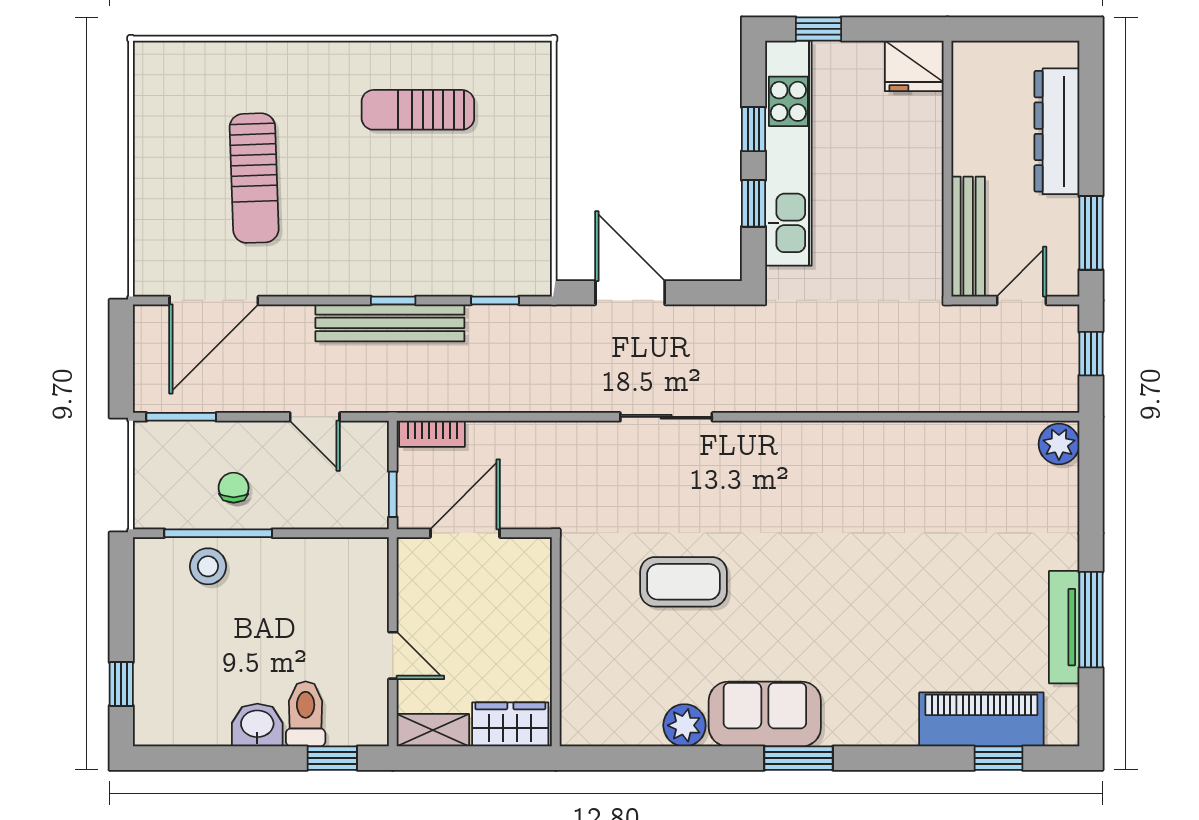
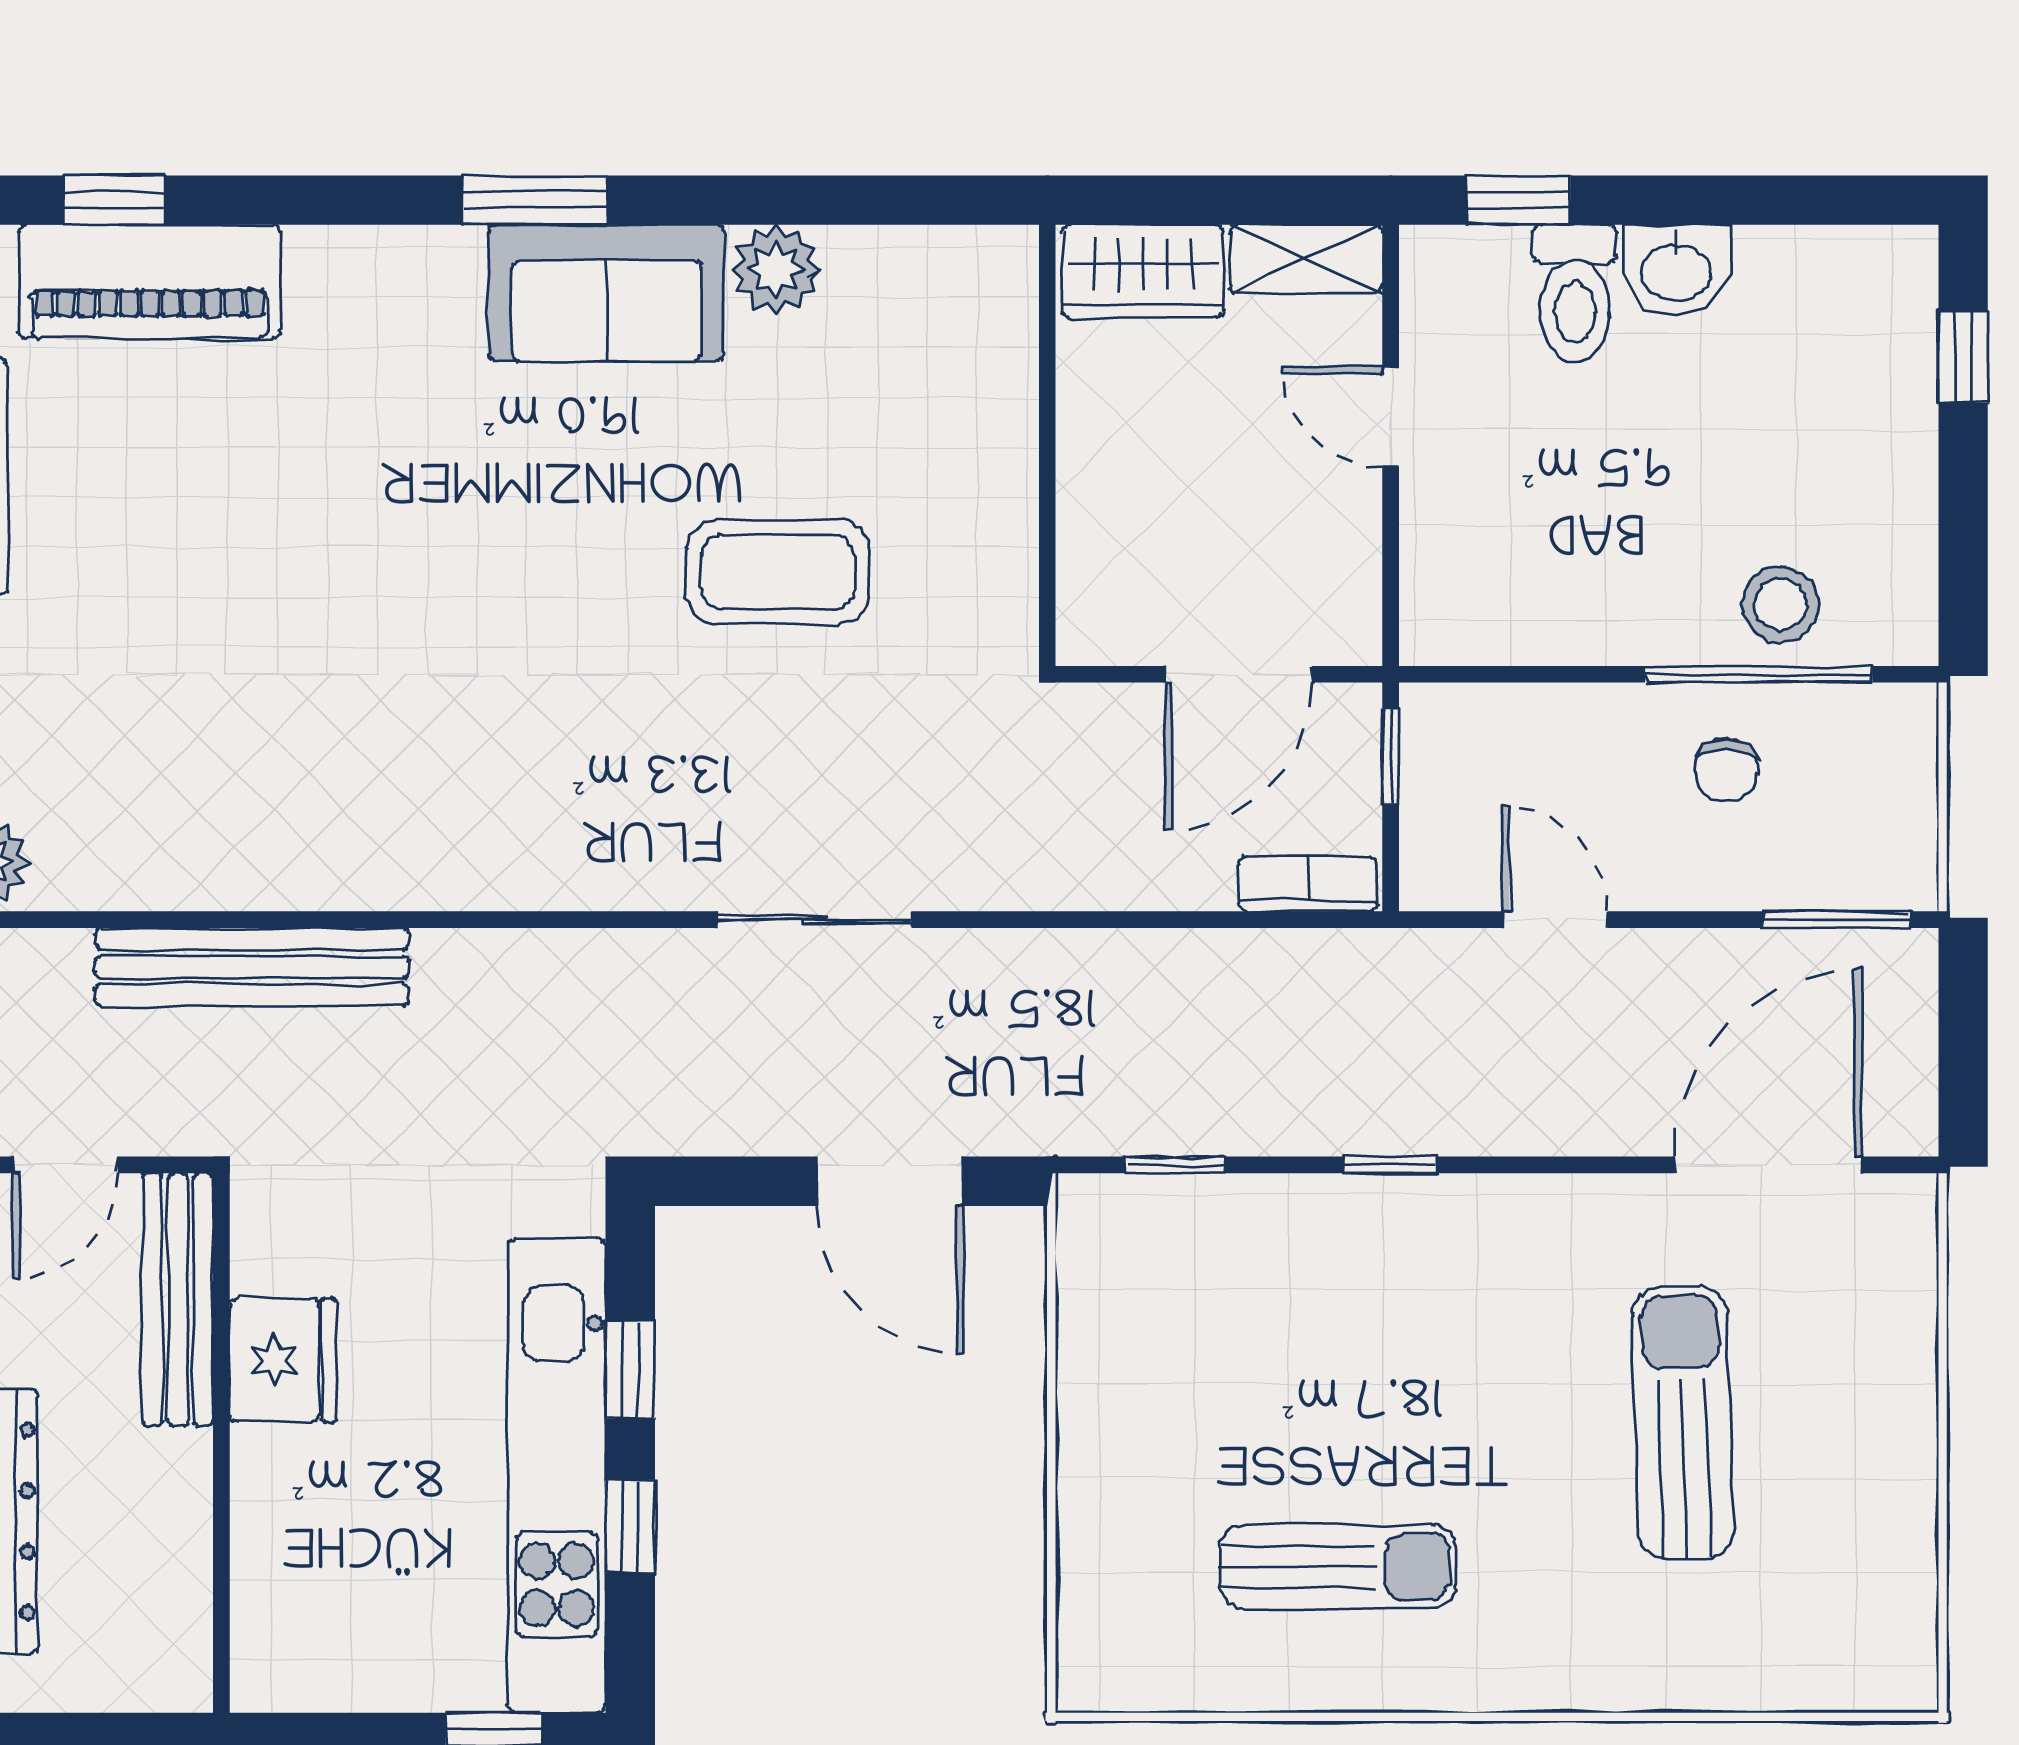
fridge: (914, 66) -> (283, 1360), moved, turned 90
bench: (390, 323) -> (252, 967), moved

